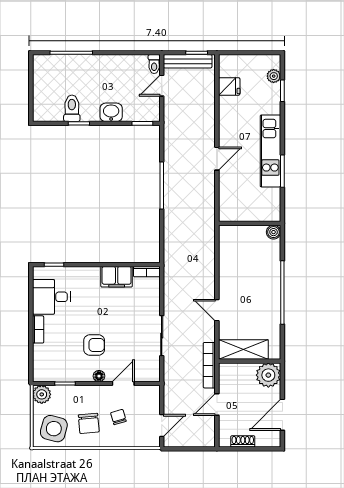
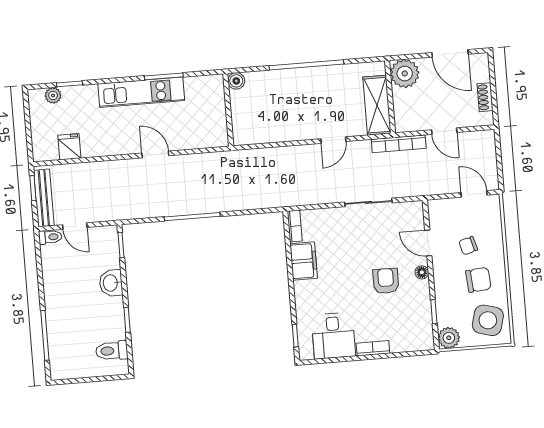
toilet: (72, 108) -> (112, 351), moved

